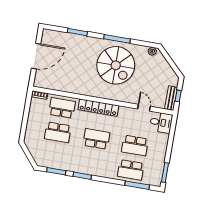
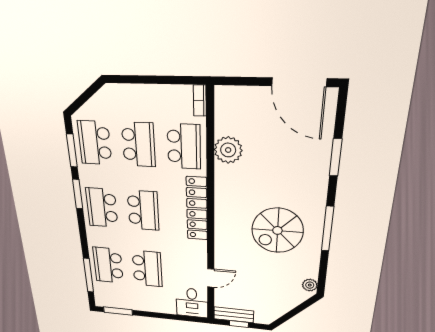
door: (36, 56) -> (299, 82), moved
spiral stairs: (116, 65) -> (277, 230), width x0.73, depth x0.73
plant: (67, 85) -> (228, 150), added
school desk: (58, 132) -> (139, 145), turned 180
school desk: (135, 145) -> (147, 269), turned 180
school desk: (54, 157) -> (95, 143), added
school desk: (92, 163) -> (102, 208), added

